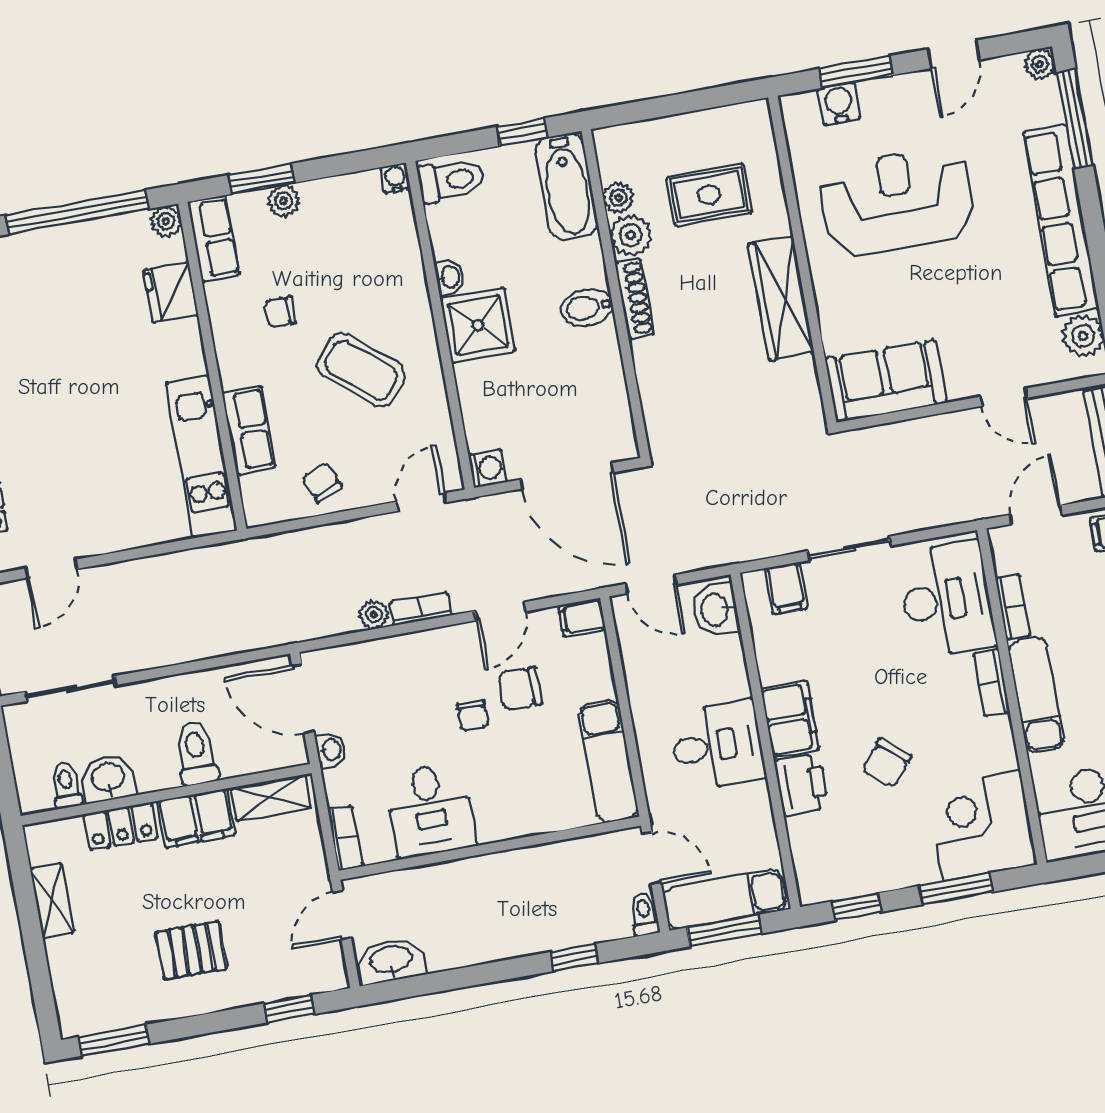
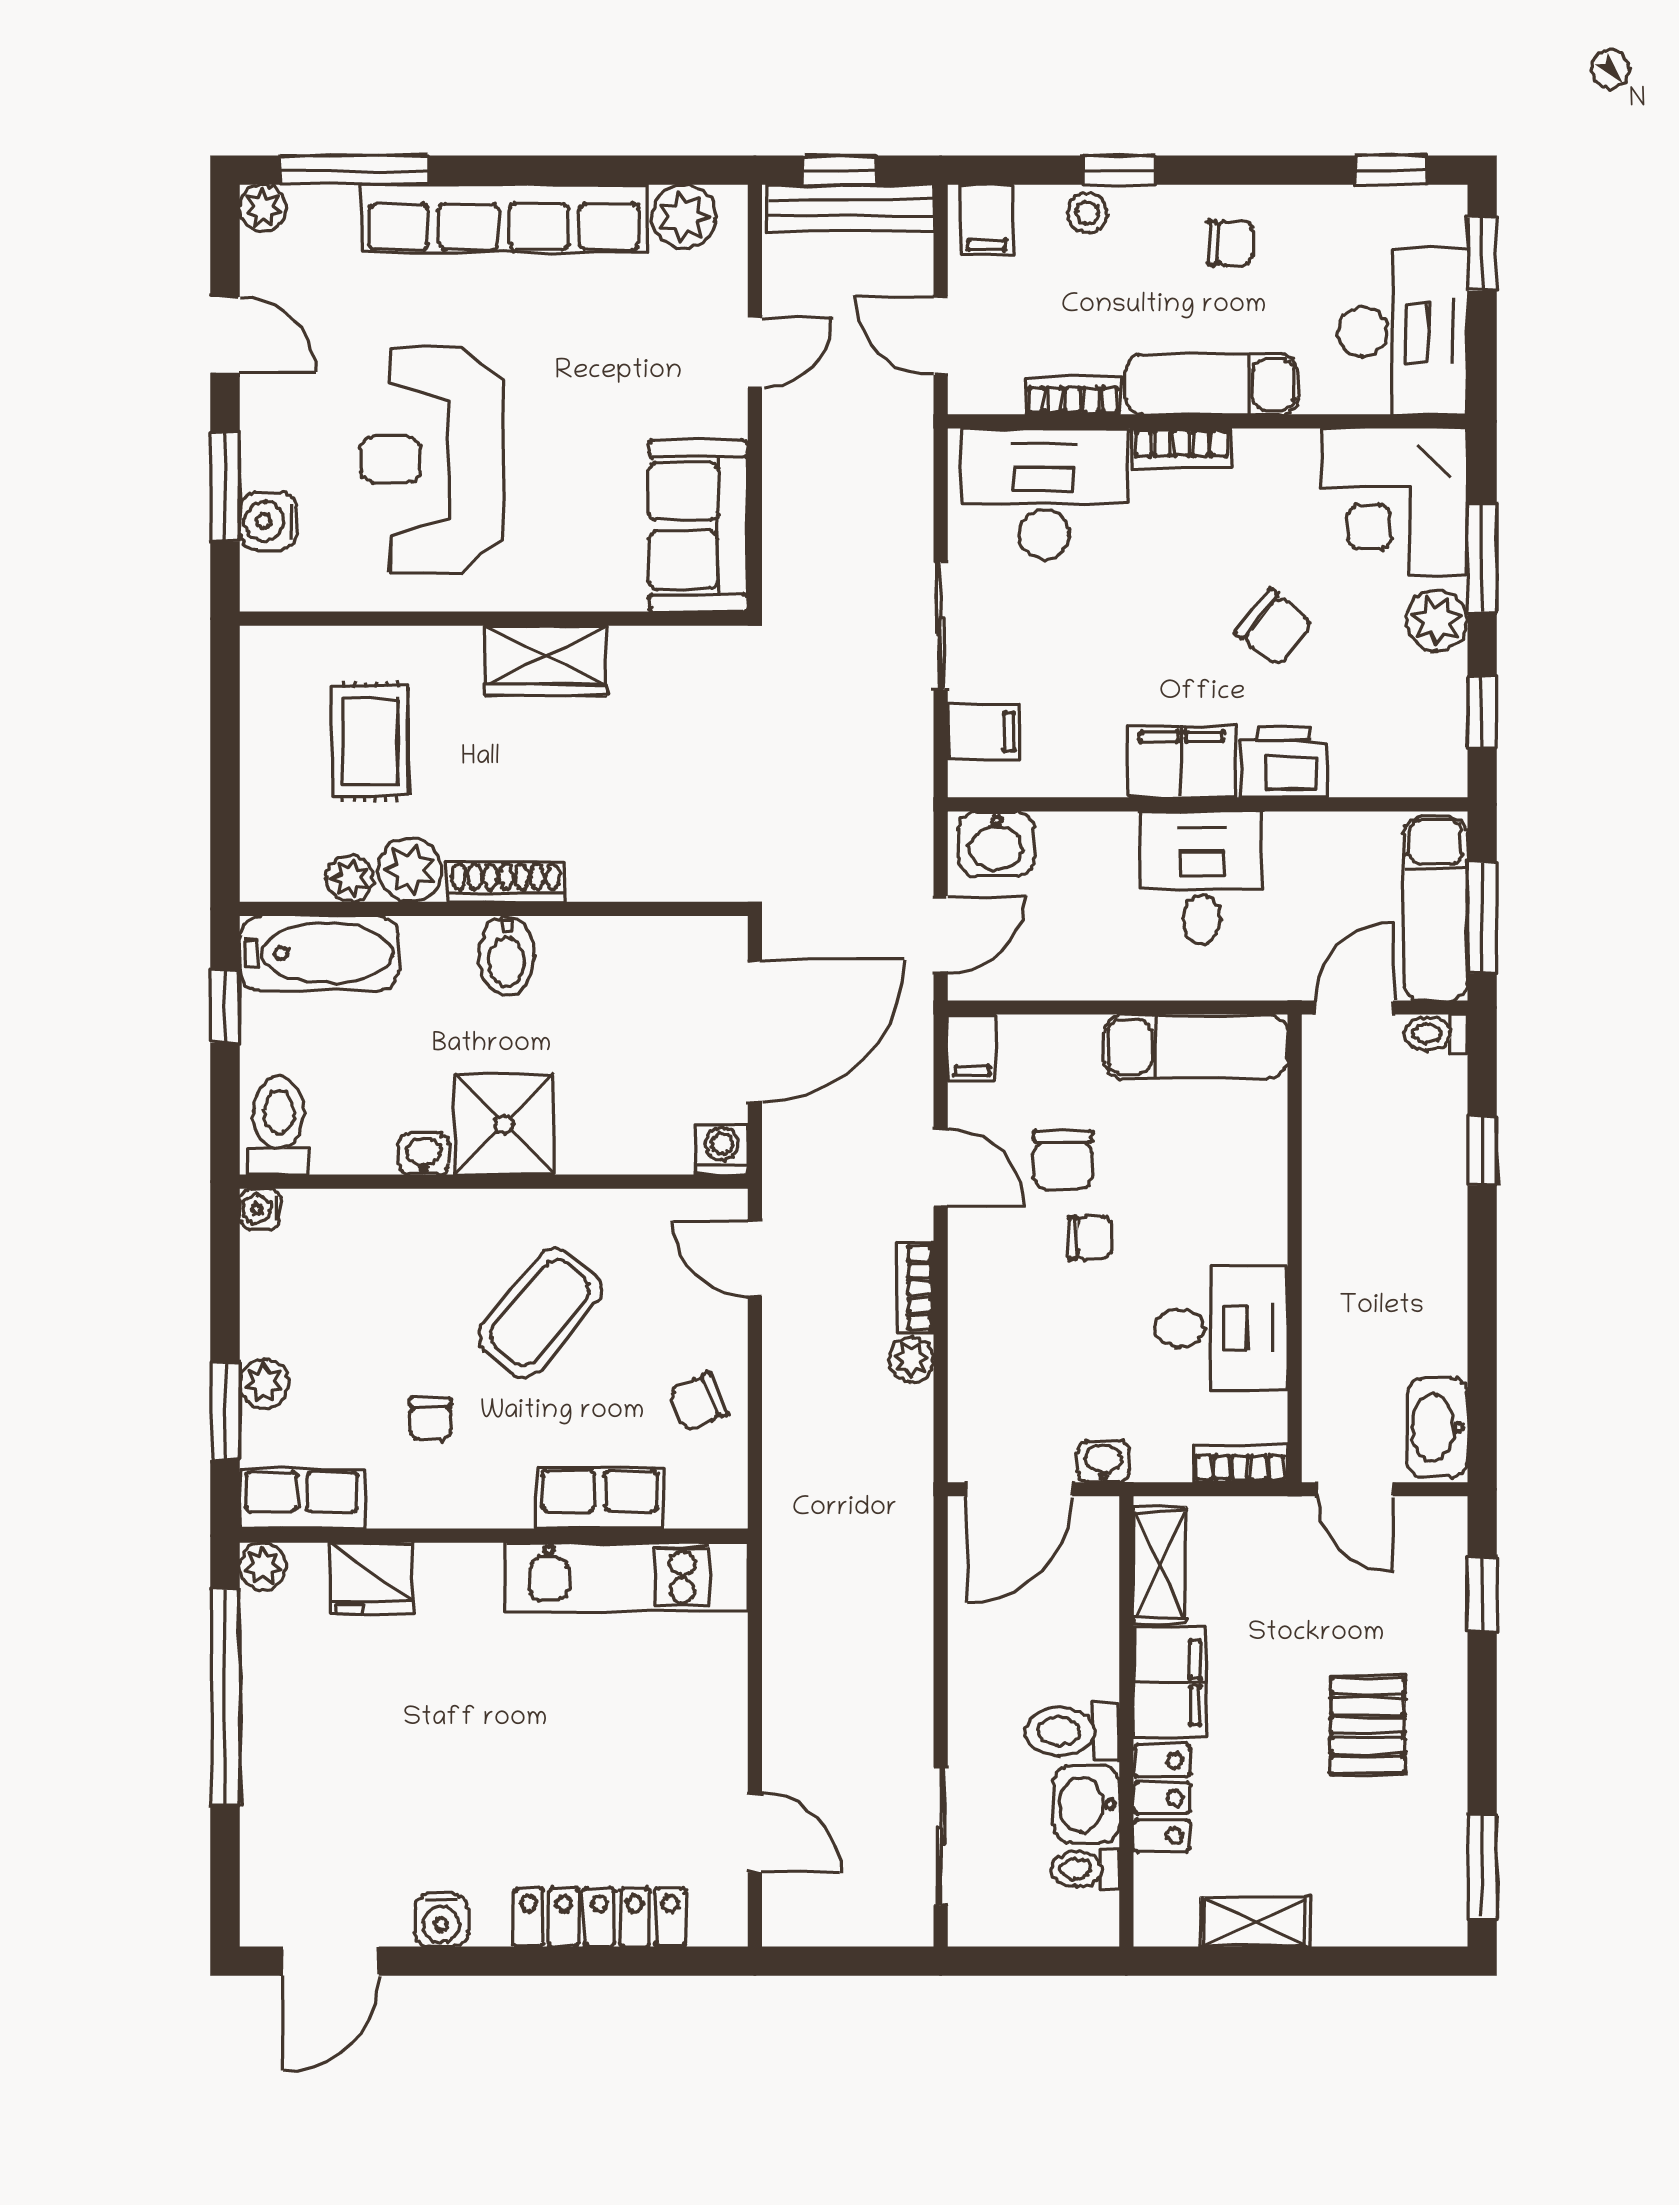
wardrobe: (781, 298) -> (545, 661), width x0.67
toilet: (196, 753) -> (1072, 1732), moved
plant: (910, 867) -> (1437, 620), added

